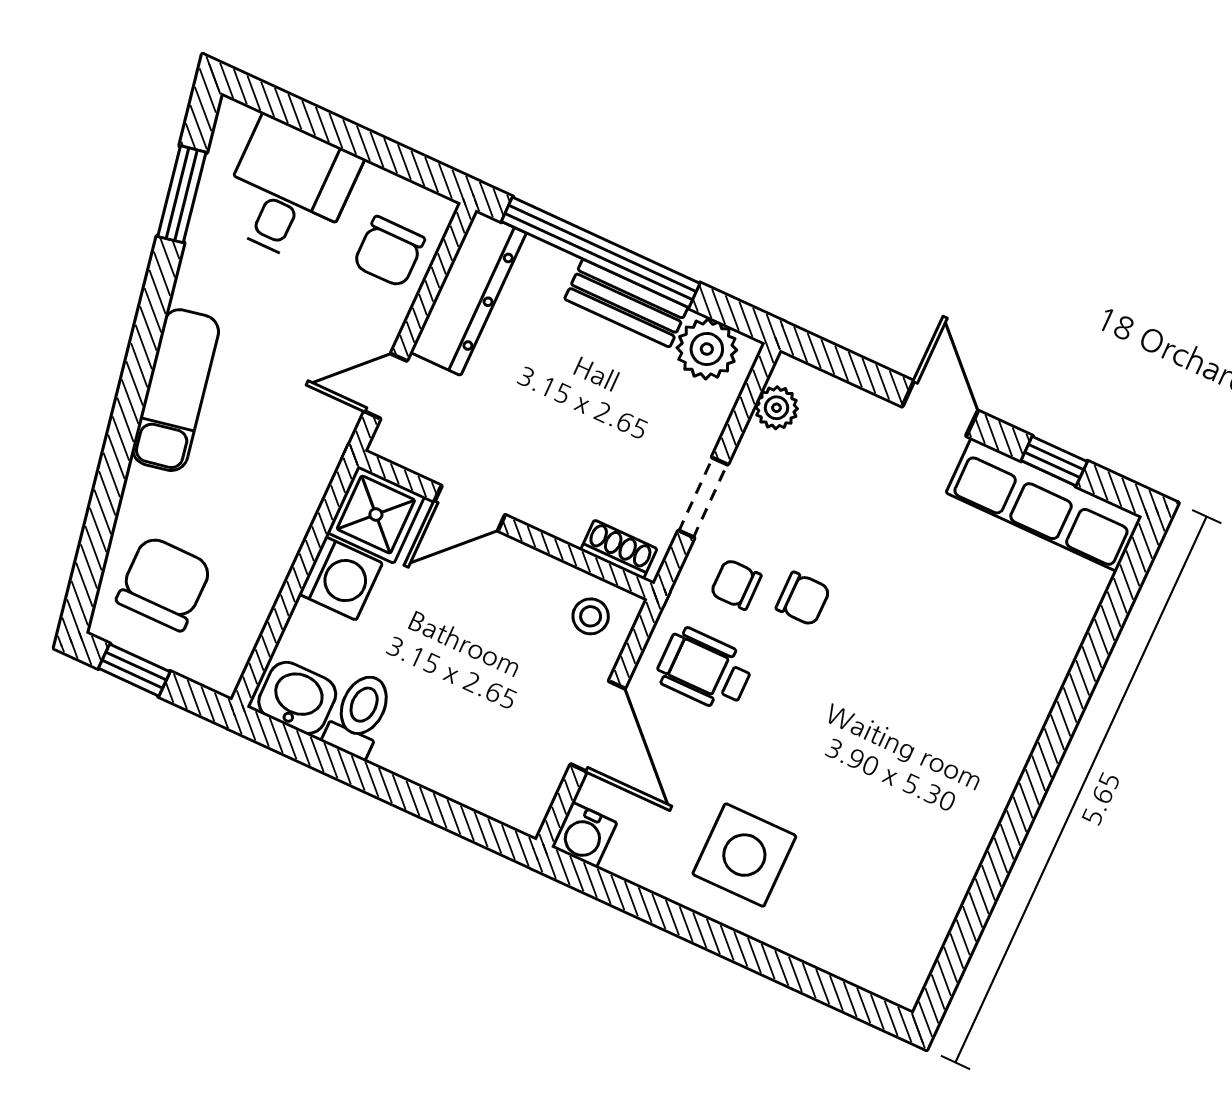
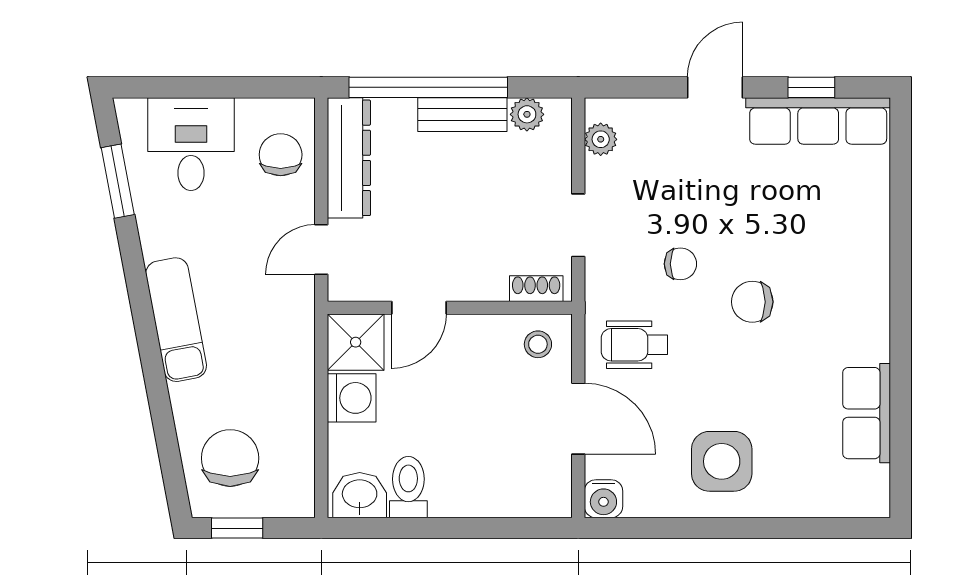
chair: (389, 252) -> (281, 155), turned 180
plant: (707, 349) -> (527, 114), width x0.73, depth x0.73
door: (940, 409) -> (715, 87), hinge flipped
chair: (736, 584) -> (752, 302), moved, width x1.37, depth x1.37
row of seats: (942, 877) -> (867, 413), added

